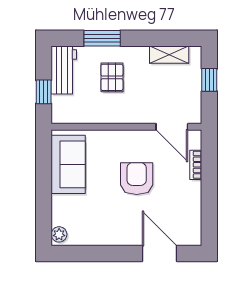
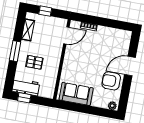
window: (102, 38) -> (15, 51), moved
window: (44, 92) -> (24, 98), moved
armchair: (137, 179) -> (111, 81), moved
door: (159, 253) -> (130, 66), moved

